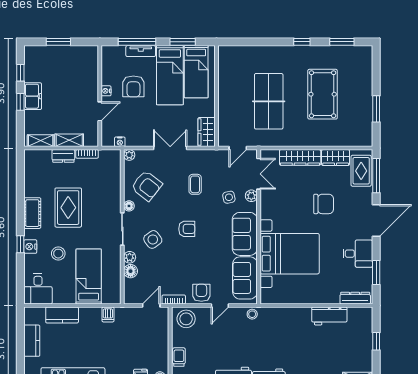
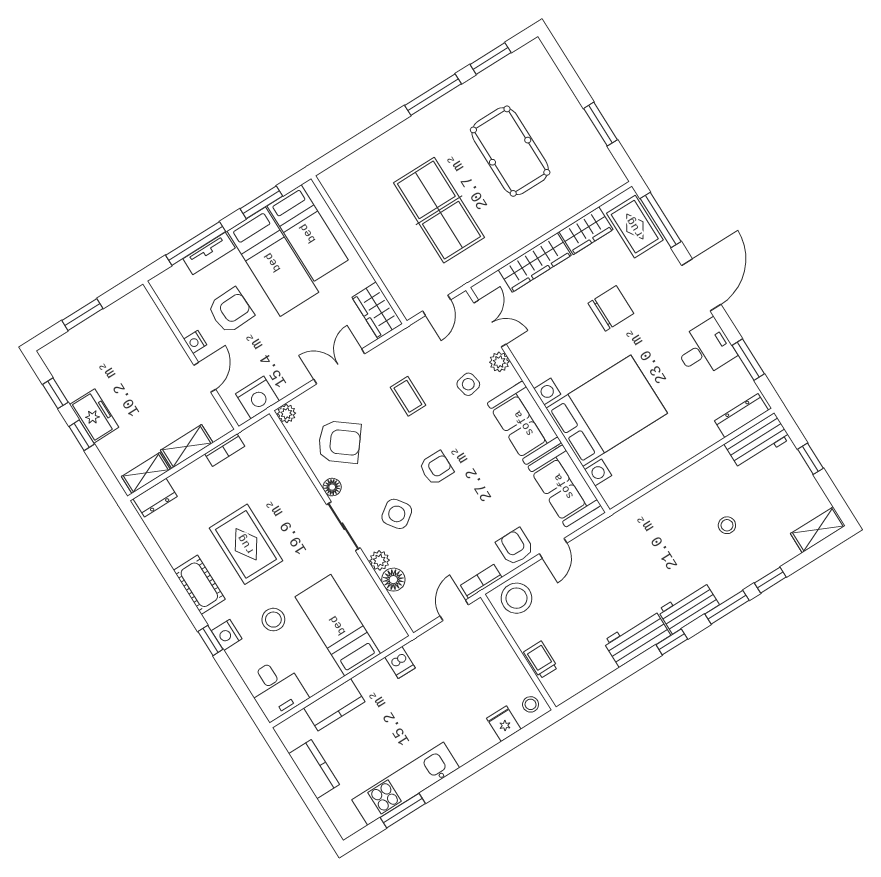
window: (302, 42) -> (433, 95), width x2.17
armchair: (133, 86) -> (231, 311), turned -92
nightstand: (120, 142) -> (257, 397), width x1.89, depth x1.79
dresser: (63, 156) -> (155, 498), moved
stool: (252, 314) -> (727, 525), moved
workbench: (329, 316) -> (757, 441), moved

